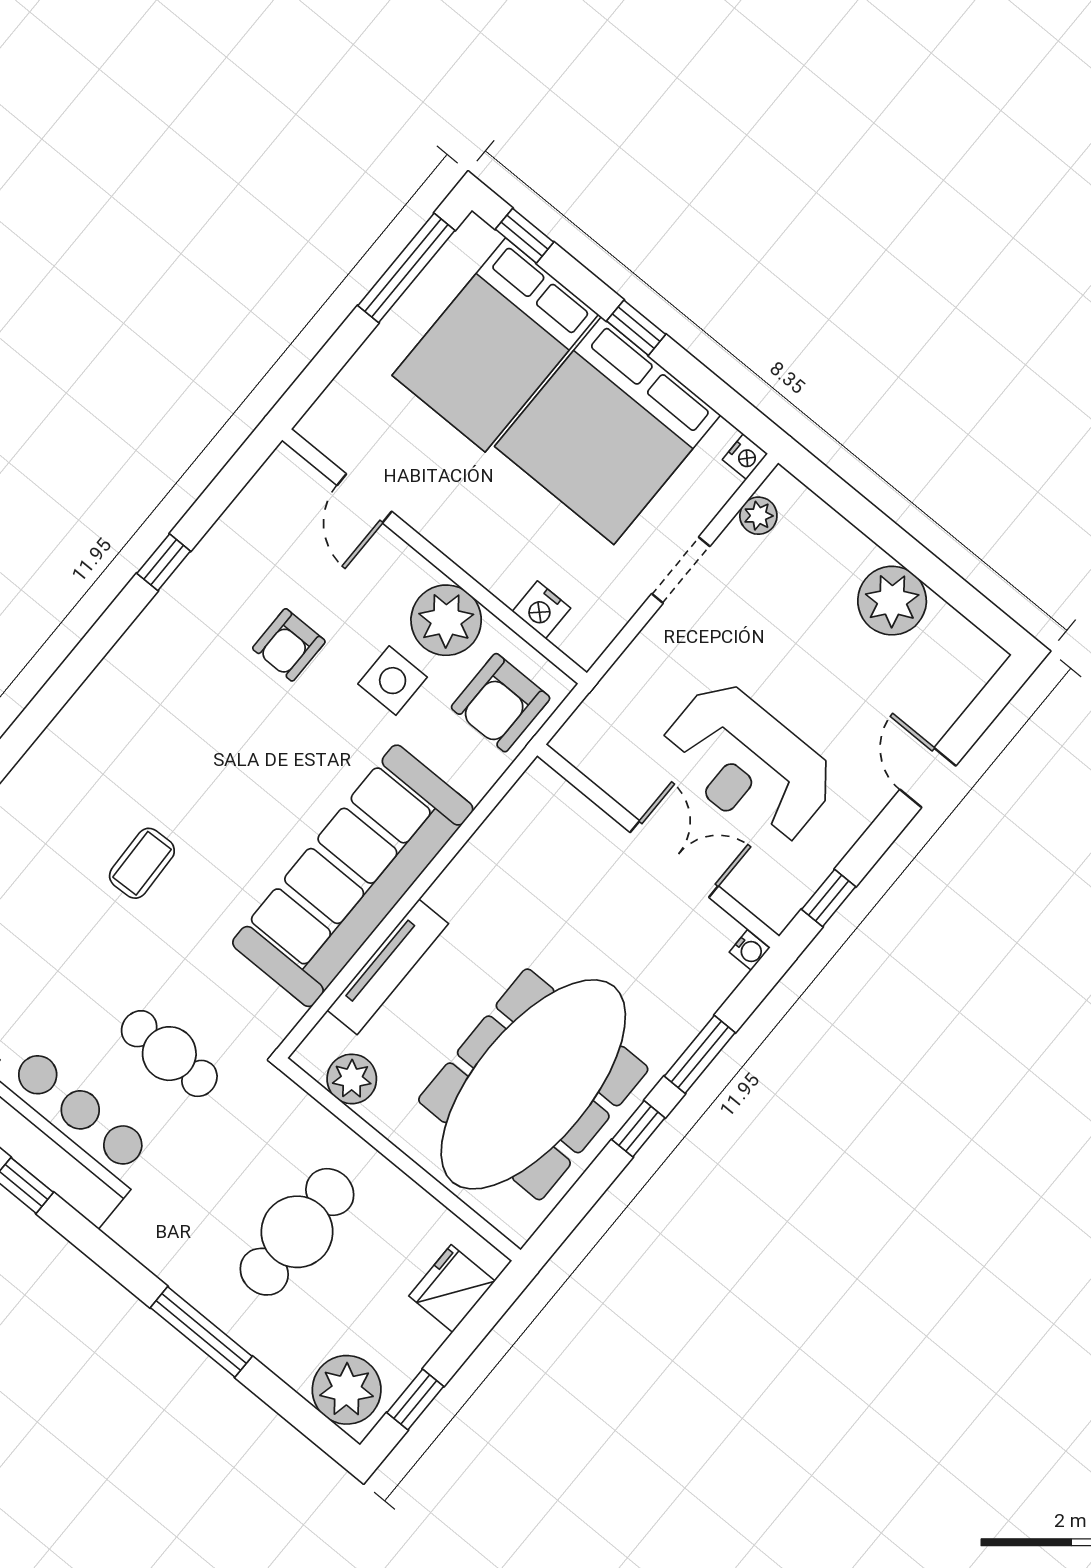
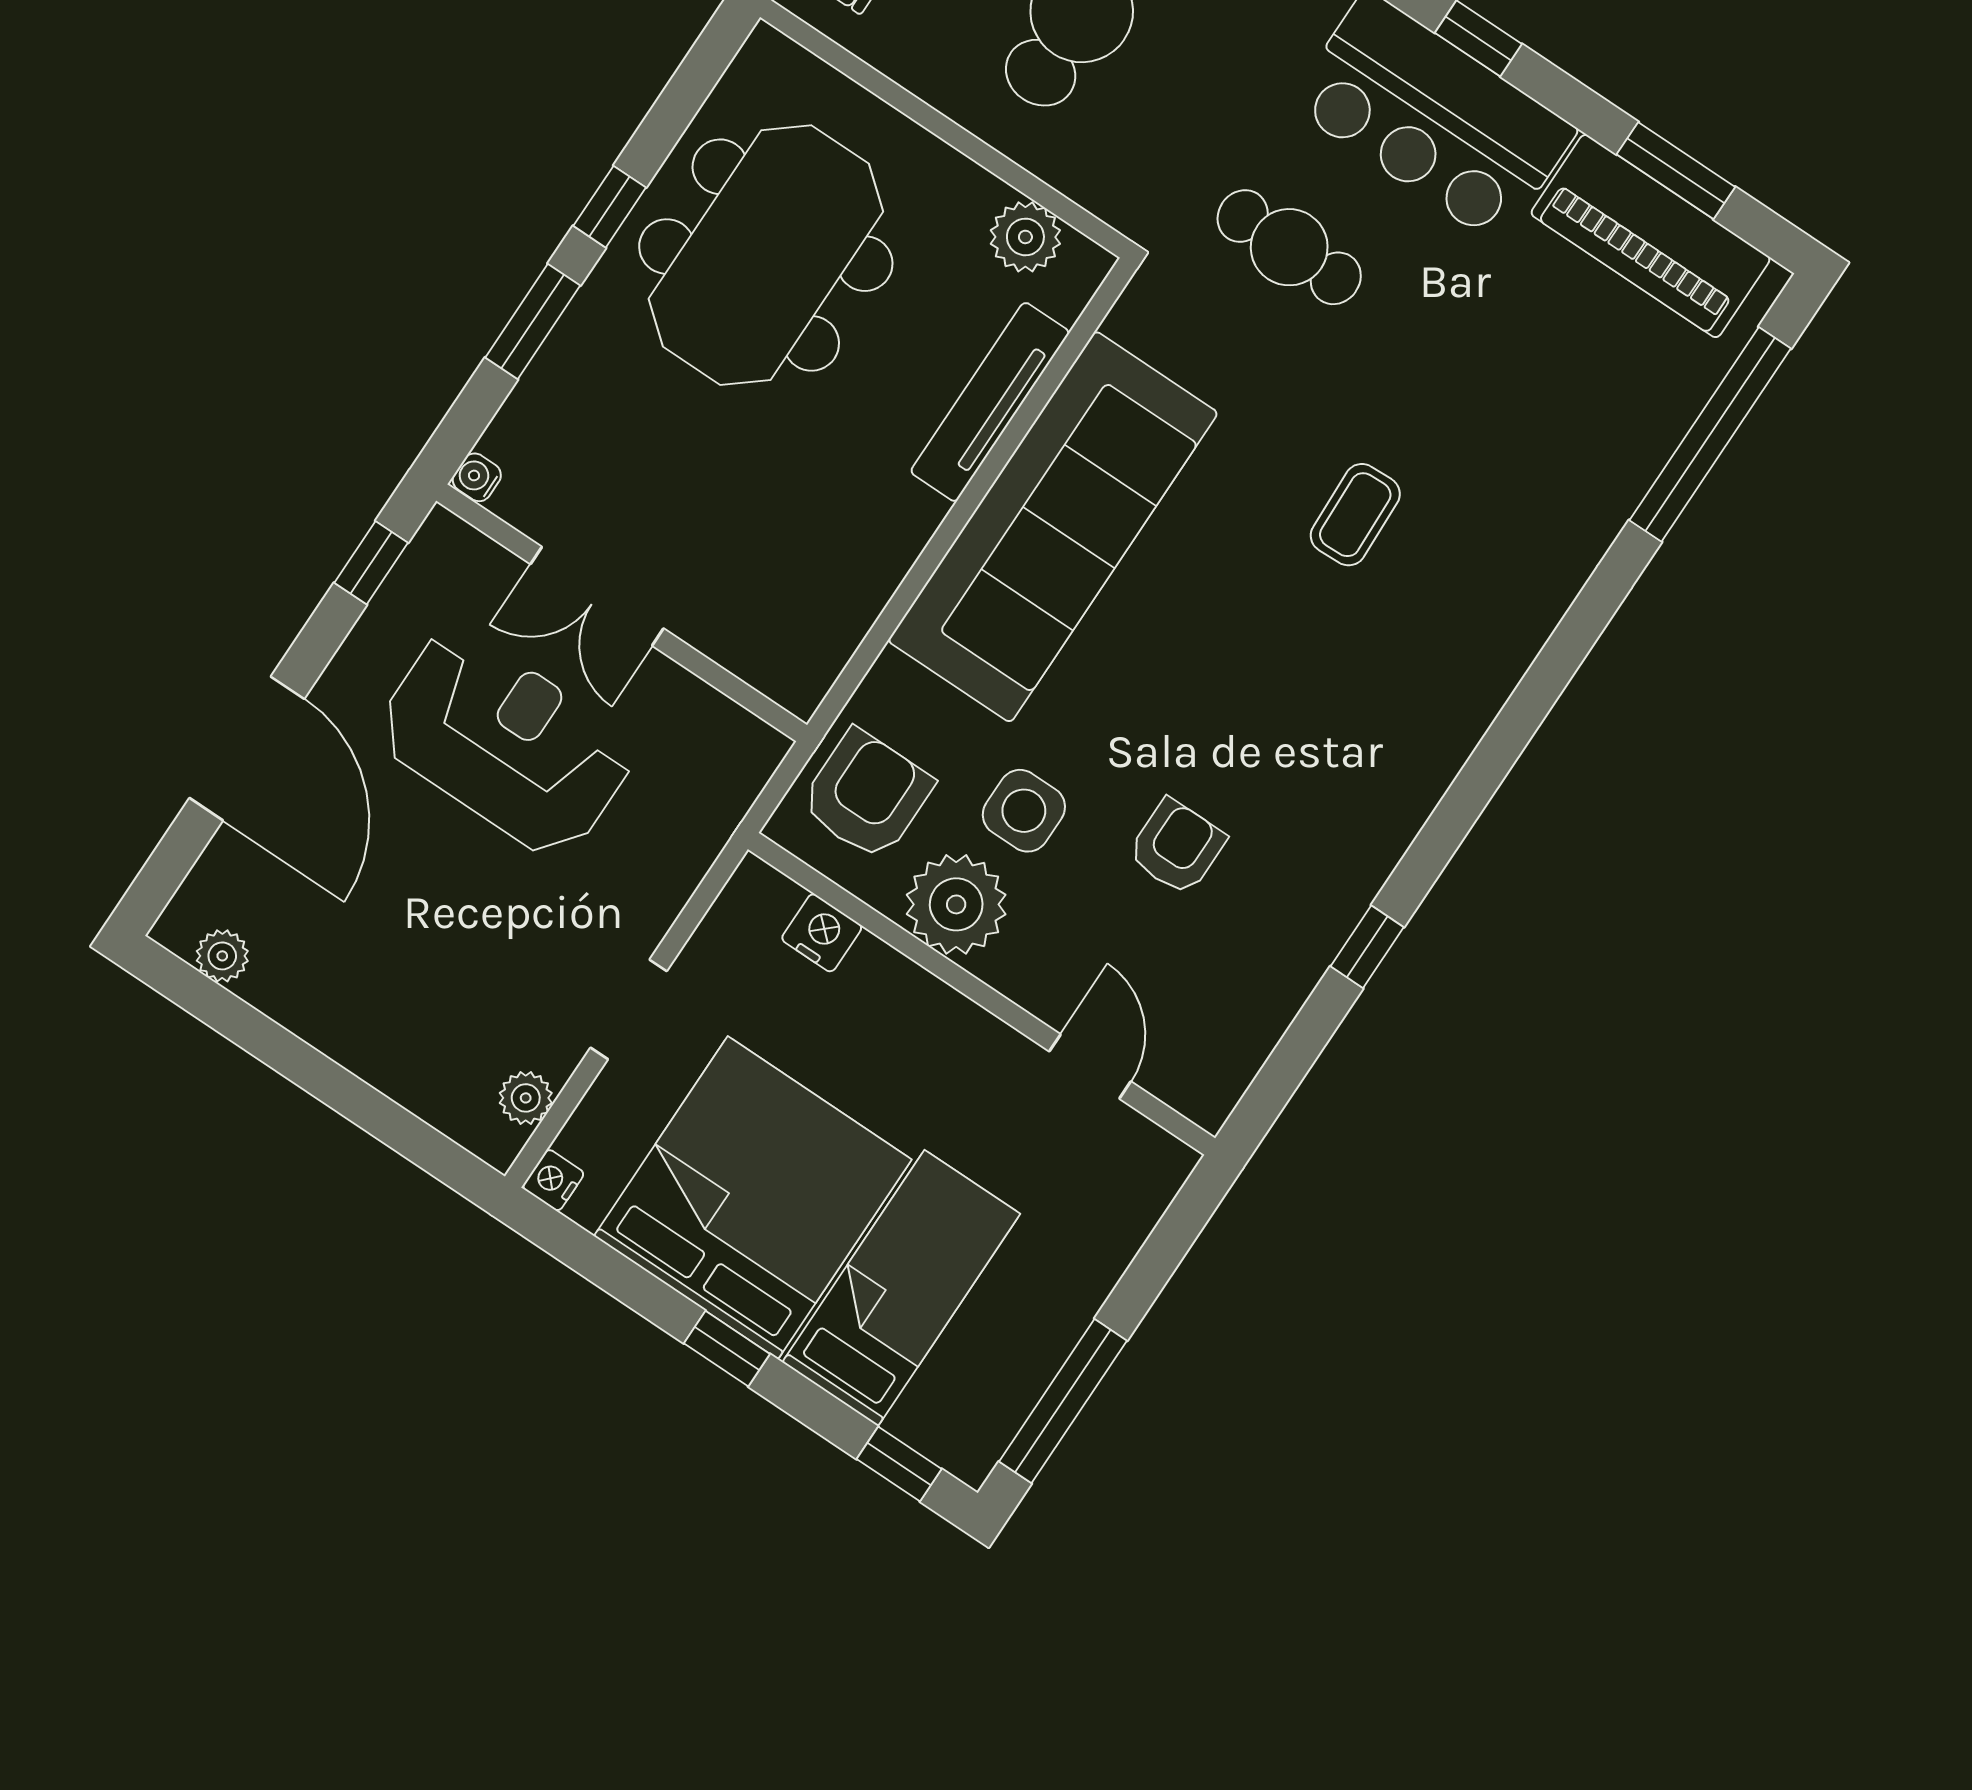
bed: (495, 345) -> (901, 1288), width x0.67
plant: (892, 601) -> (222, 956), moved, width x0.53, depth x0.53
door: (928, 778) -> (247, 748), width x1.87
meeting table: (533, 1084) -> (766, 255), width x0.73

